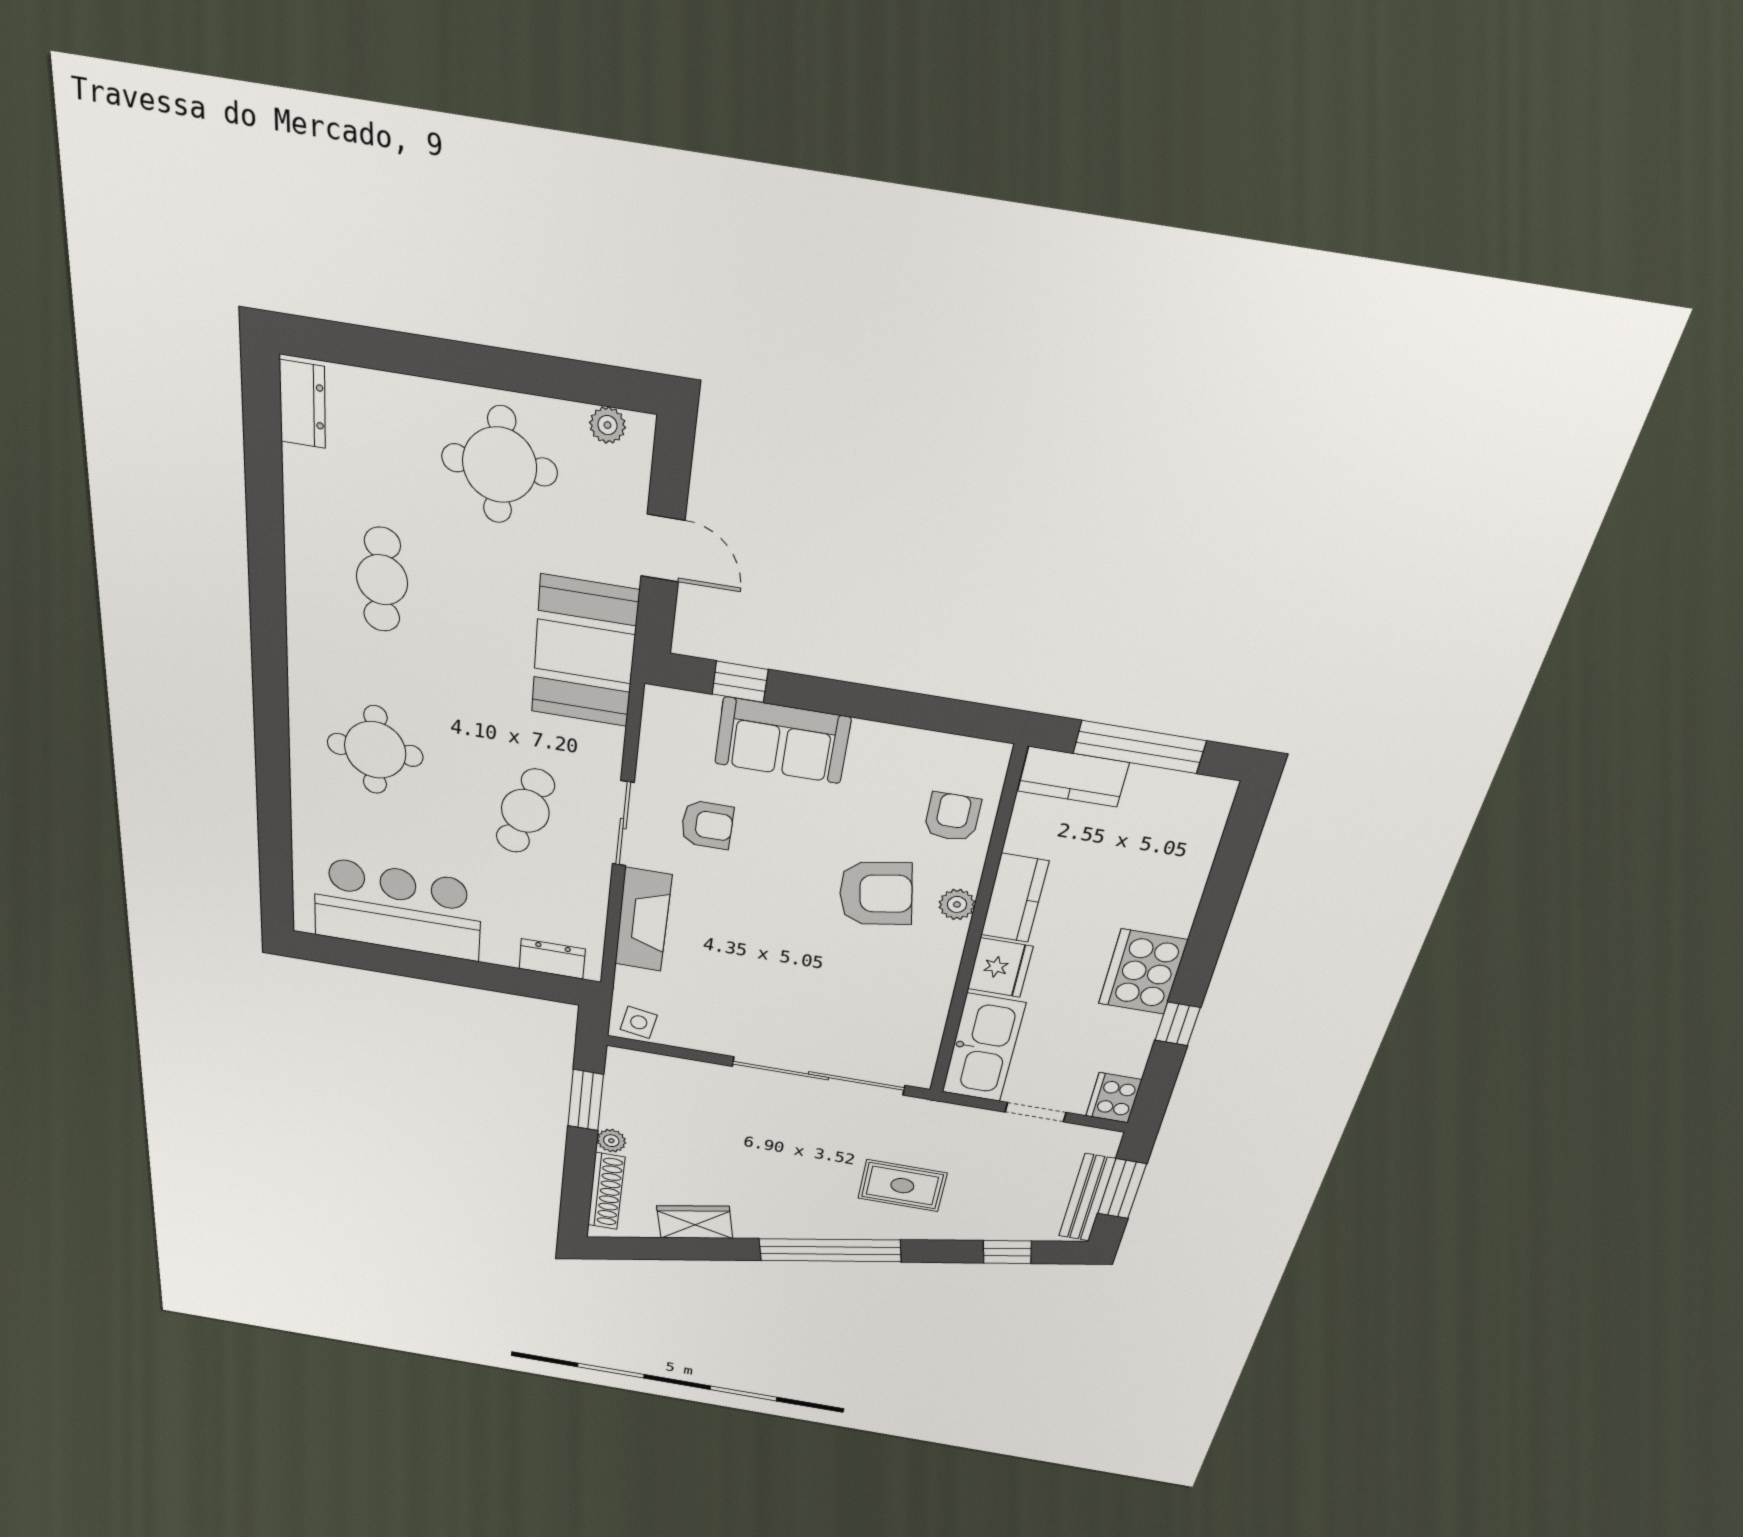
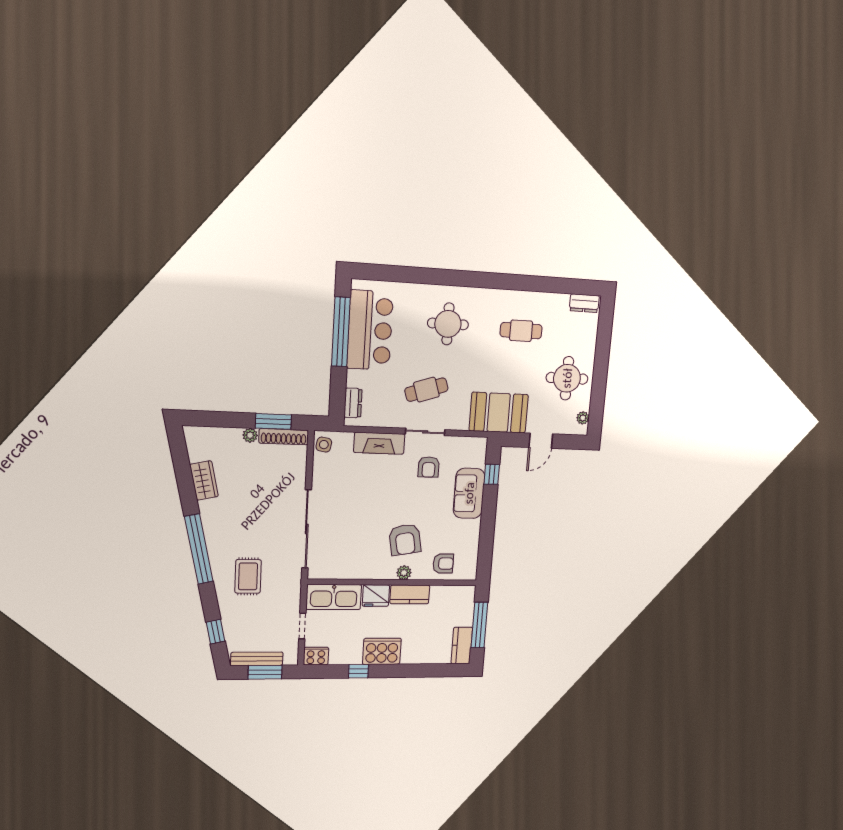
kitchen counter: (1073, 777) -> (462, 645), moved
cafe table: (525, 811) -> (426, 390), turned -36
window: (403, 962) -> (341, 332), added
shoe rack: (606, 1191) -> (284, 437), moved

